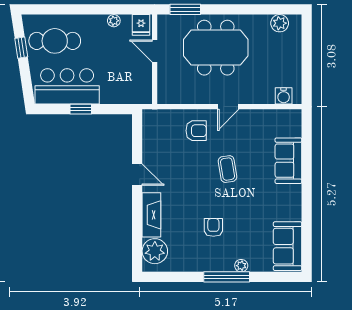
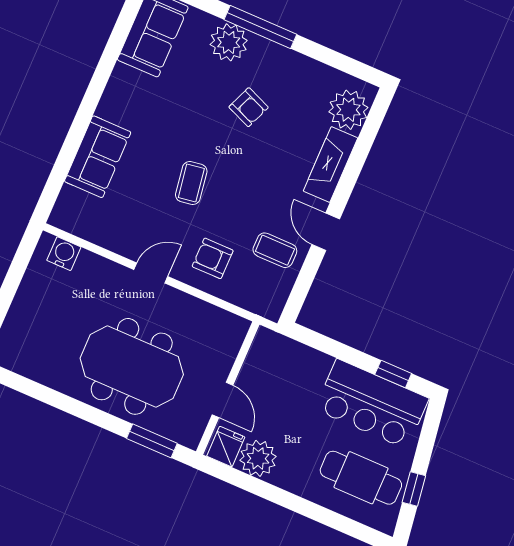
plant: (114, 21) -> (258, 458), width x1.87, depth x1.87
plant: (280, 23) -> (24, 362), removed
window: (81, 109) -> (393, 374), moved
coffee table: (162, 151) -> (275, 250), added
armchair: (213, 227) -> (249, 107), turned -68
plant: (241, 266) -> (229, 42), width x1.88, depth x1.88

